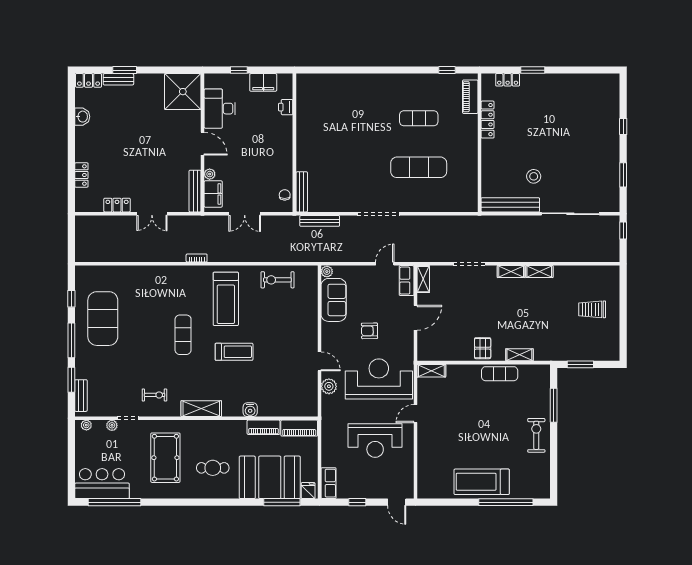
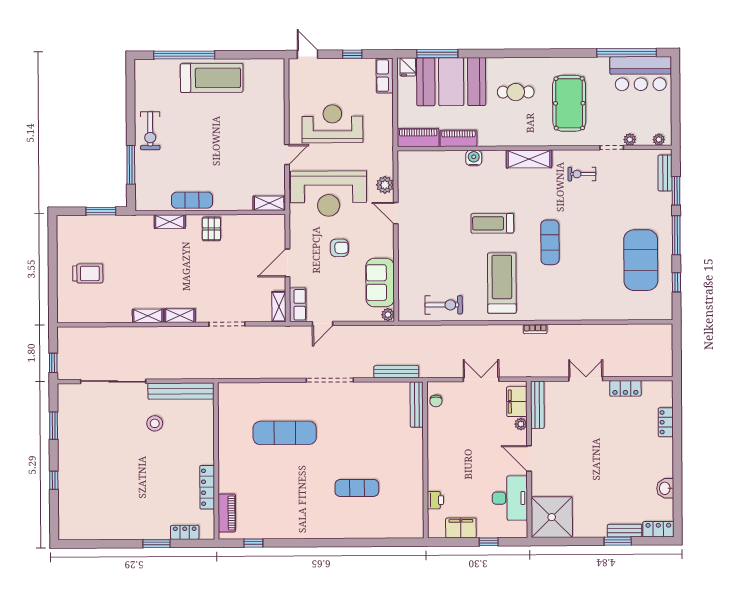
exercise mat: (419, 118) -> (357, 488), moved

